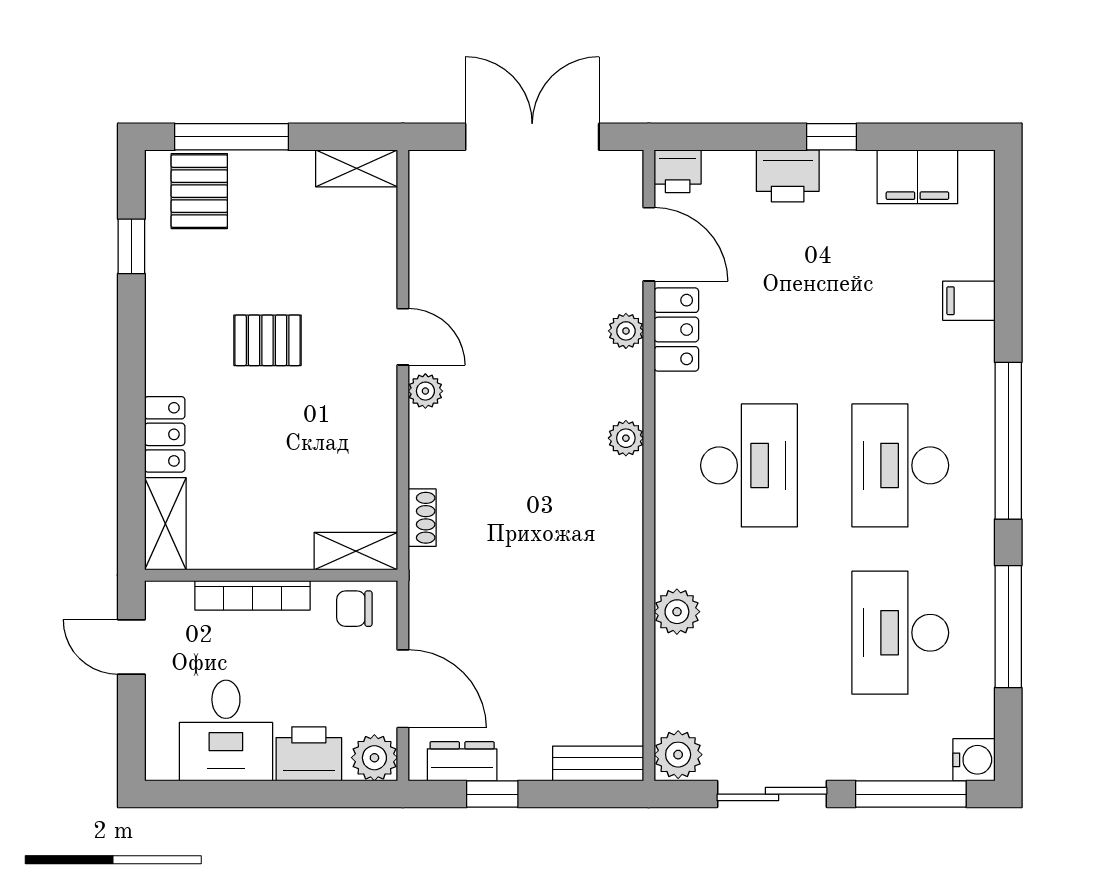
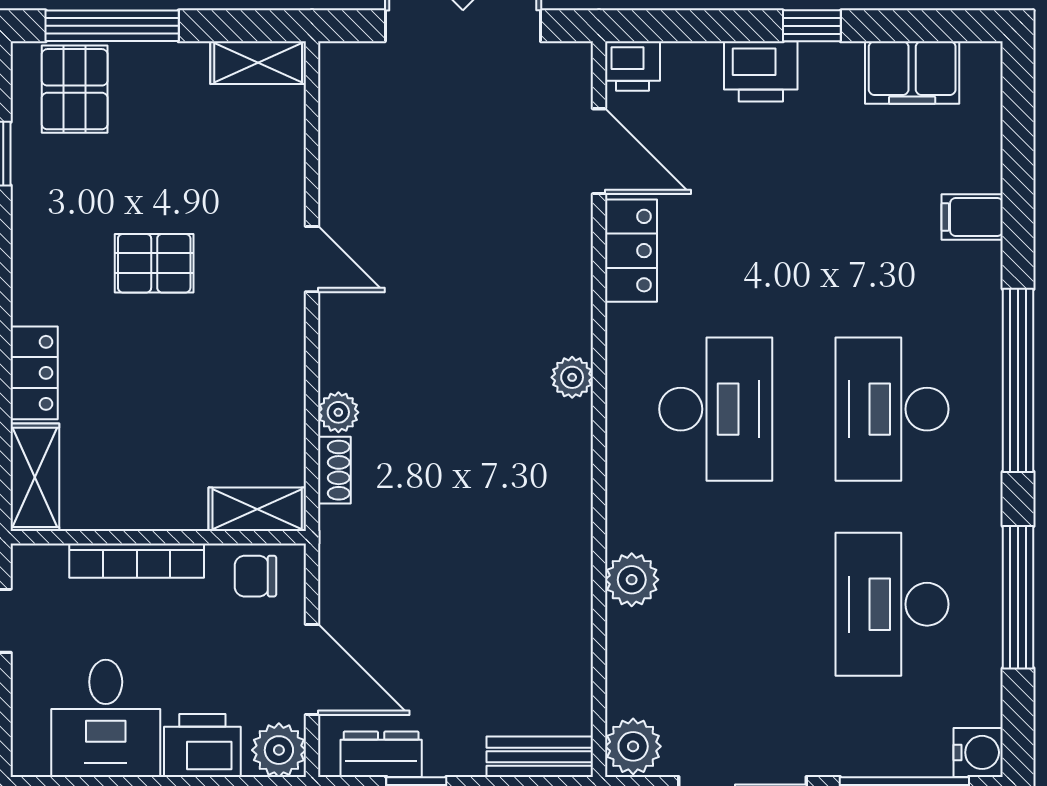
plant: (626, 331) -> (572, 252), removed
plant: (425, 391) -> (338, 412), moved

